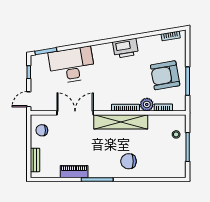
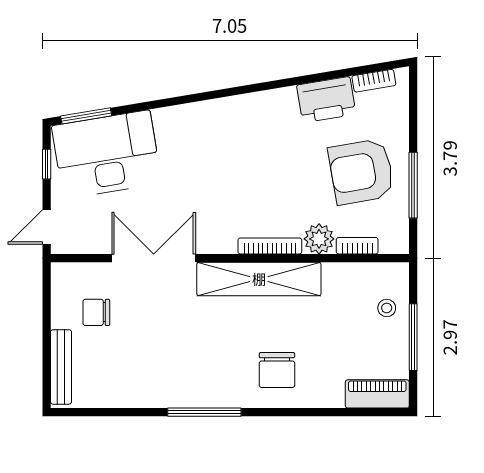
printer: (126, 48) -> (326, 100), moved
desk: (72, 65) -> (107, 154), moved
chair: (42, 130) -> (96, 312), moved
bench: (35, 160) -> (61, 367), width x1.36
chair: (129, 161) -> (277, 370), turned -90
piano: (74, 172) -> (377, 394), moved

